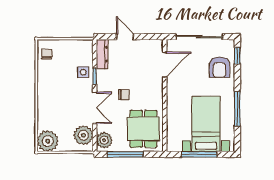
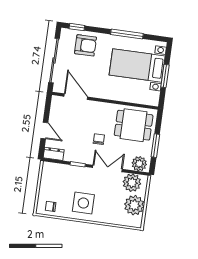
door: (125, 37) -> (44, 130), swing flipped
dresser: (102, 54) -> (54, 154), width x0.70
side table: (83, 72) -> (83, 203), moved, width x1.87, depth x1.87
plant: (48, 141) -> (134, 205), moved
window: (125, 154) -> (155, 146), width x0.69
window: (199, 154) -> (165, 76), width x0.69

